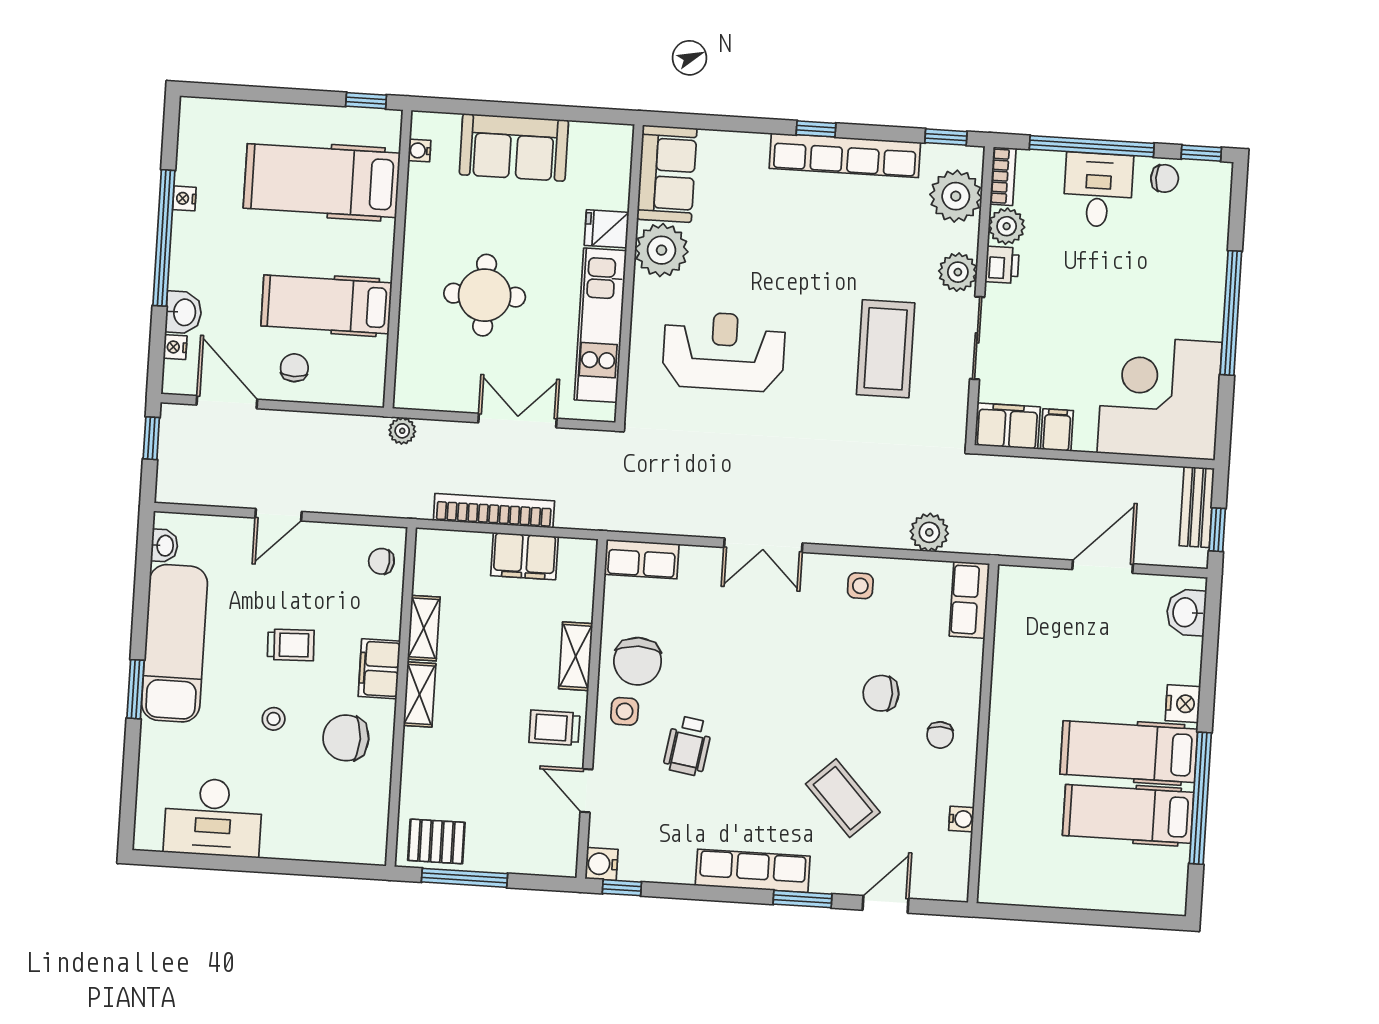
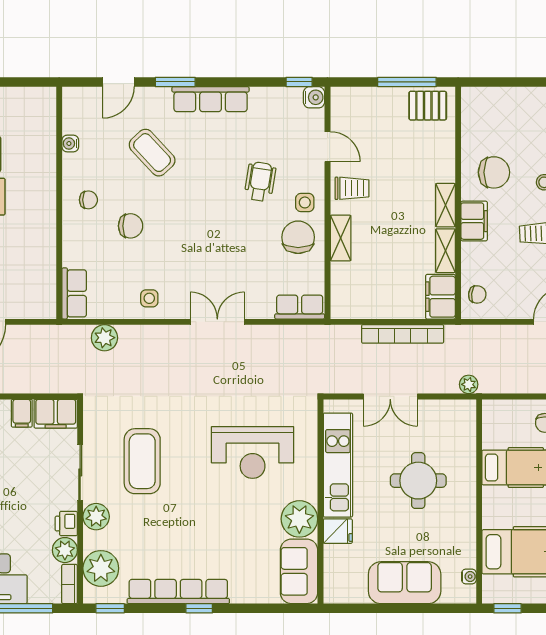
filing cabinet: (524, 556) -> (440, 297), moved, turned -90
chair: (940, 735) -> (88, 200), turned 90

